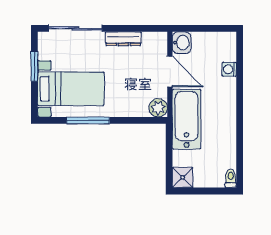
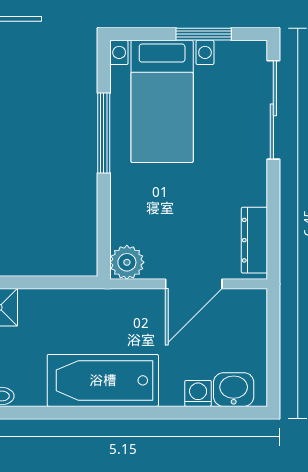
dresser: (123, 39) -> (254, 240), moved
washbasin: (182, 43) -> (234, 390), moved, turned 180
bathtub: (187, 119) -> (103, 380), moved, turned 180

